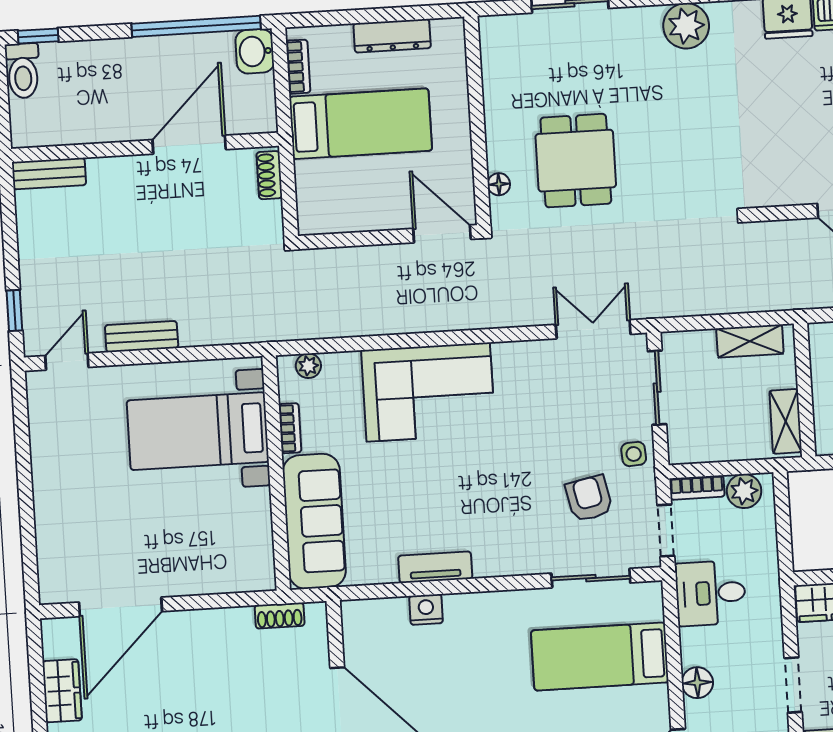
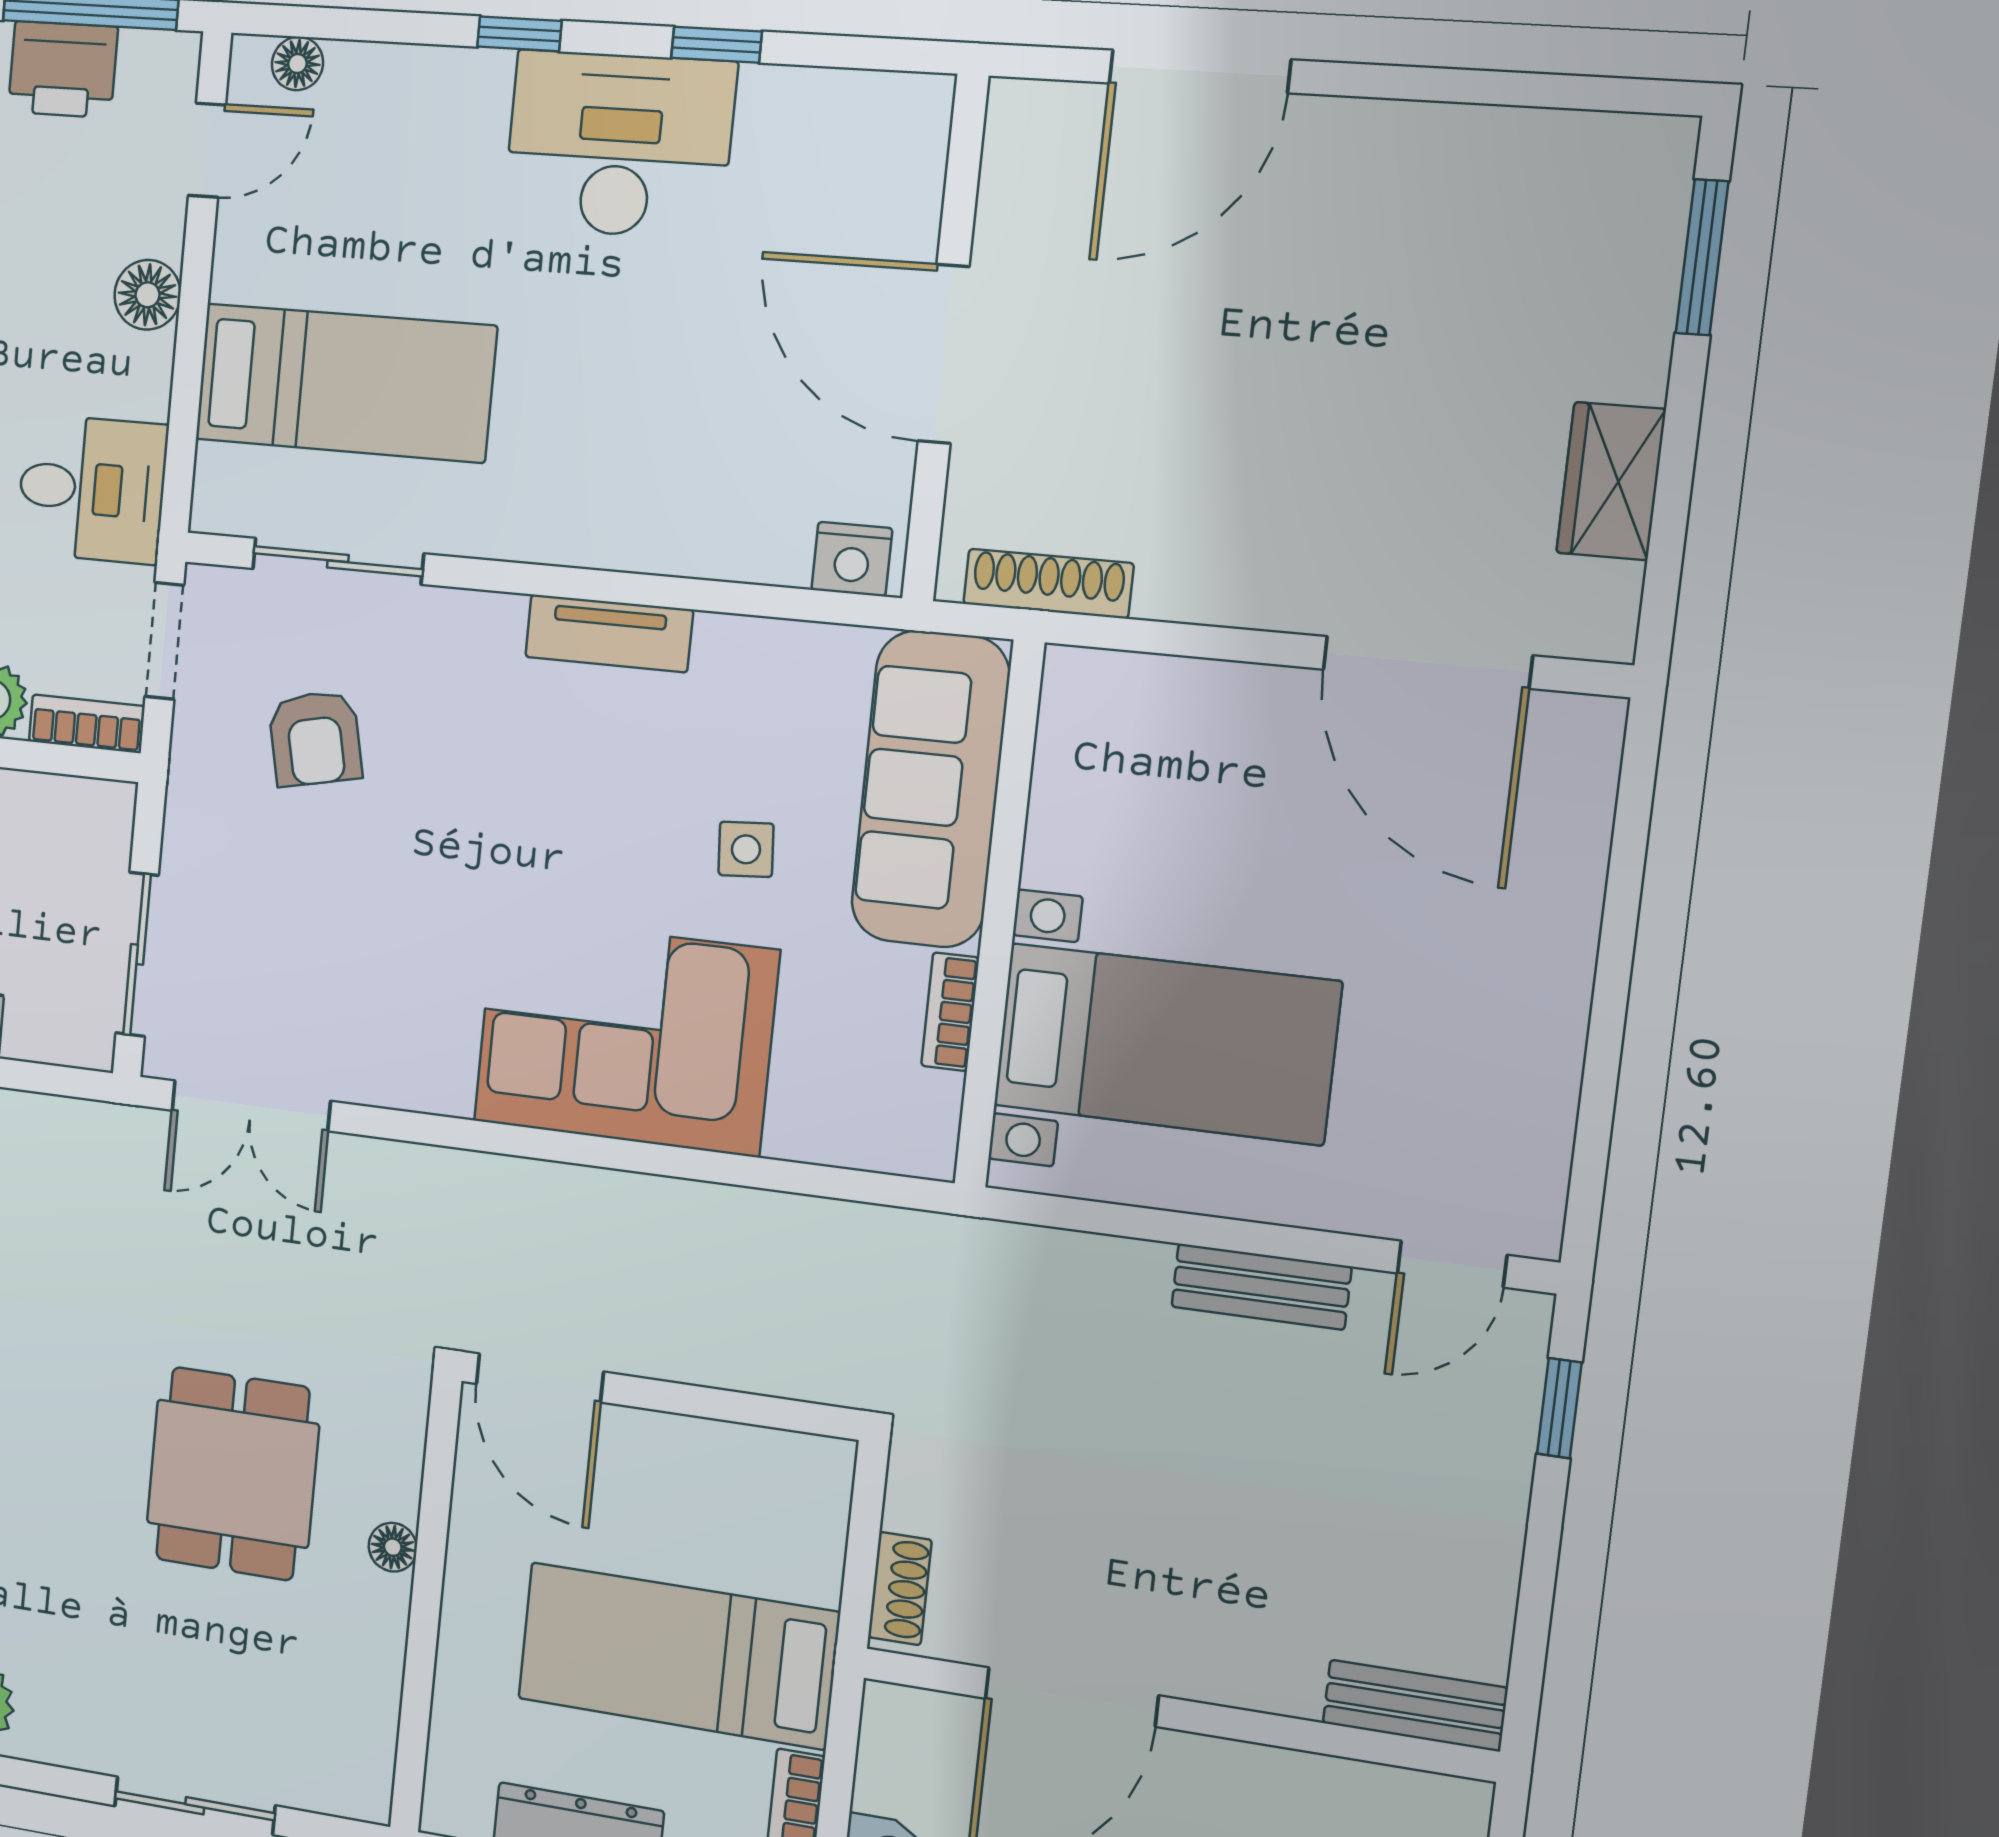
floor lamp: (499, 184) -> (393, 1547), moved
plant: (308, 366) -> (884, 1145), removed
side table: (634, 454) -> (746, 849), moved
tv unit: (435, 567) -> (609, 633), moved
door: (121, 607) -> (1427, 662), swing flipped
nightstand: (426, 609) -> (852, 559), moved
shoe rack: (280, 616) -> (1048, 584), width x1.43

